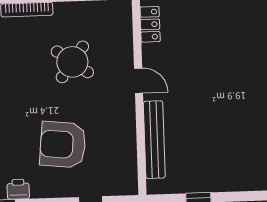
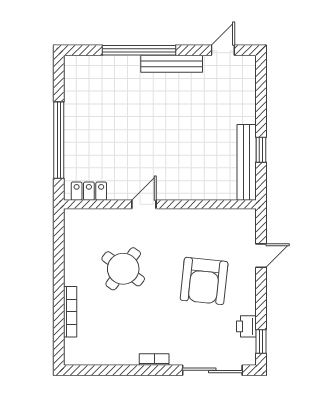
bench: (154, 140) -> (247, 162), moved, turned 90

